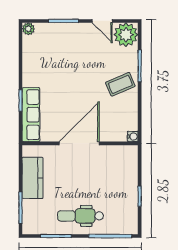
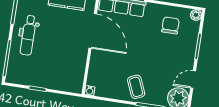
chair: (45, 56) -> (170, 25), added
door: (79, 143) -> (93, 31), moved
dental chair: (81, 216) -> (28, 35), turned 180

